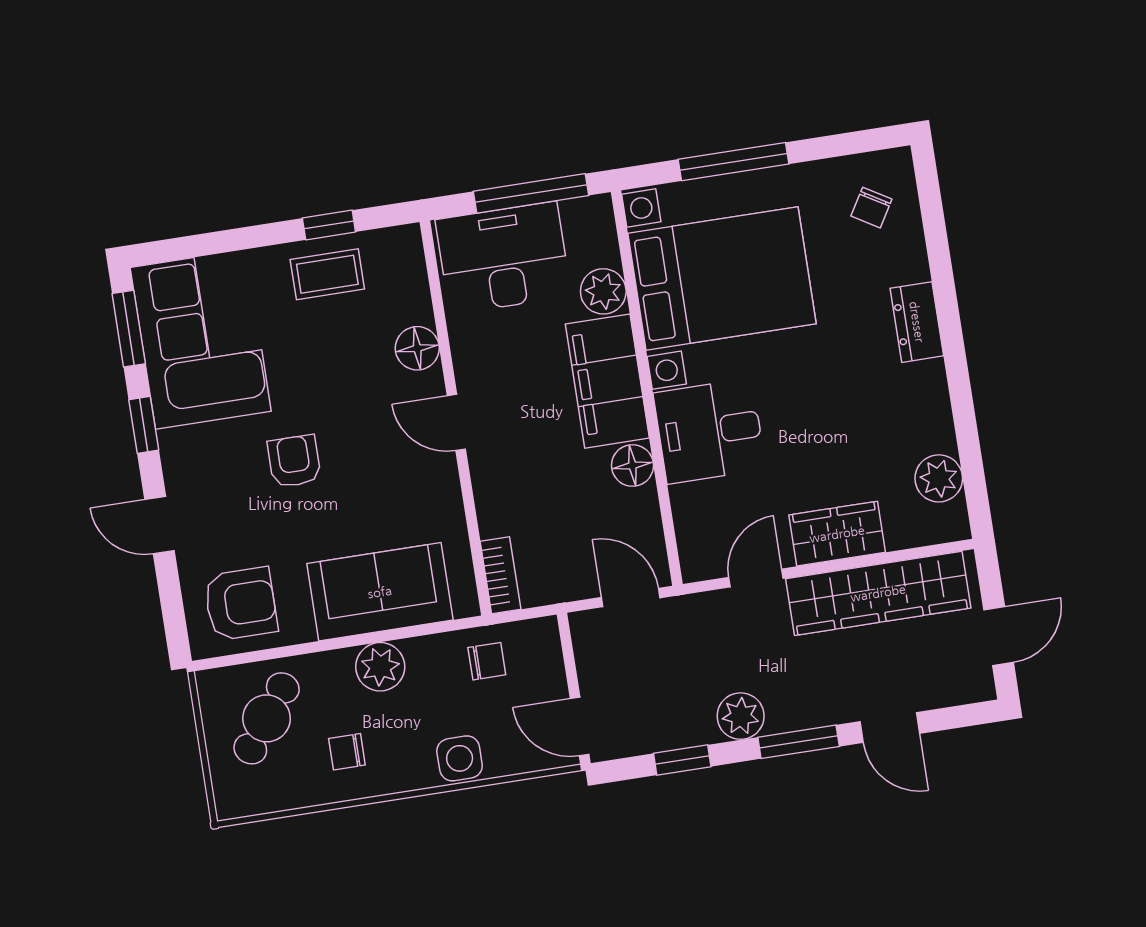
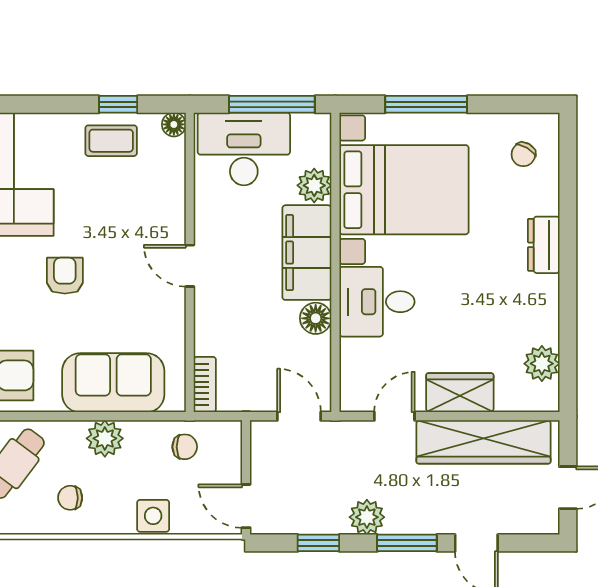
floor lamp: (417, 348) -> (174, 124), moved, width x0.73, depth x0.73

